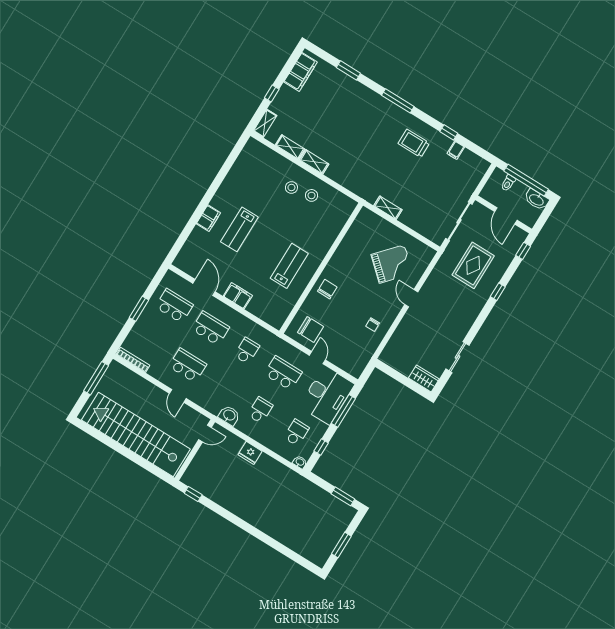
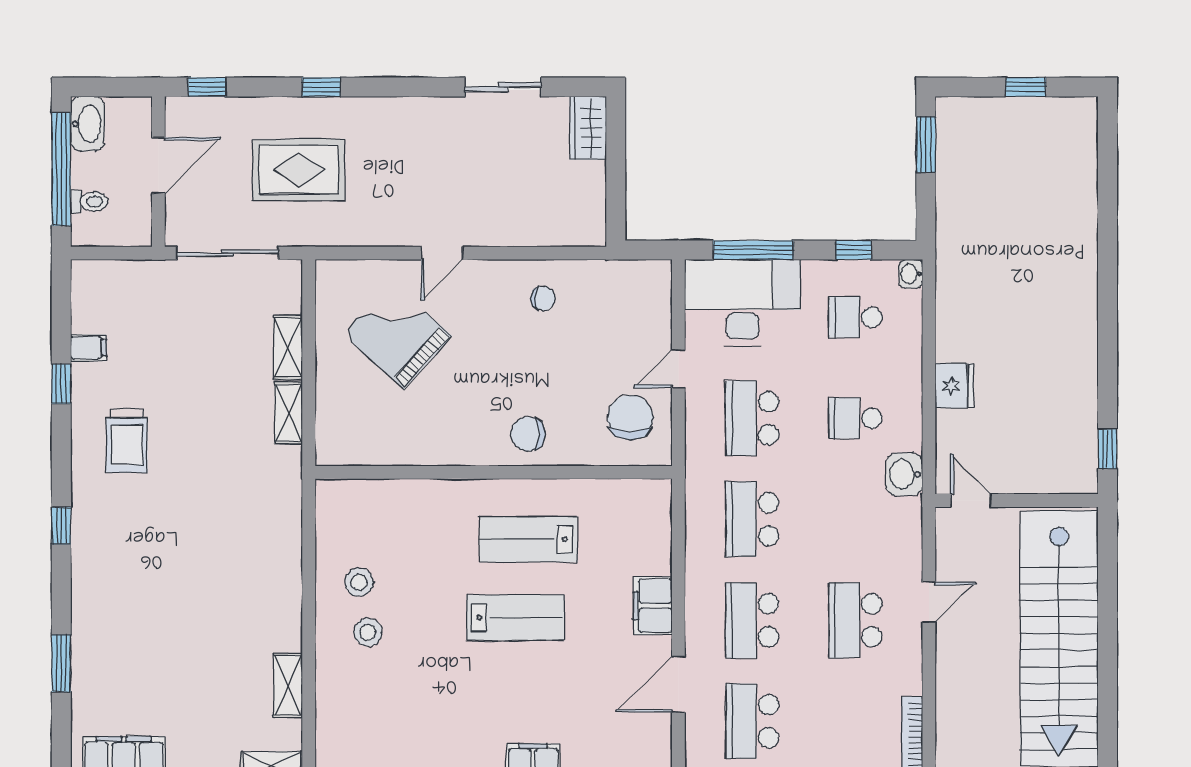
window: (398, 101) -> (61, 526), width x0.46
shelving: (314, 162) -> (288, 347), moved
lab bench: (239, 229) -> (515, 618), moved
school desk: (247, 351) -> (752, 519), width x1.85
window: (341, 545) -> (1026, 87), width x0.67

